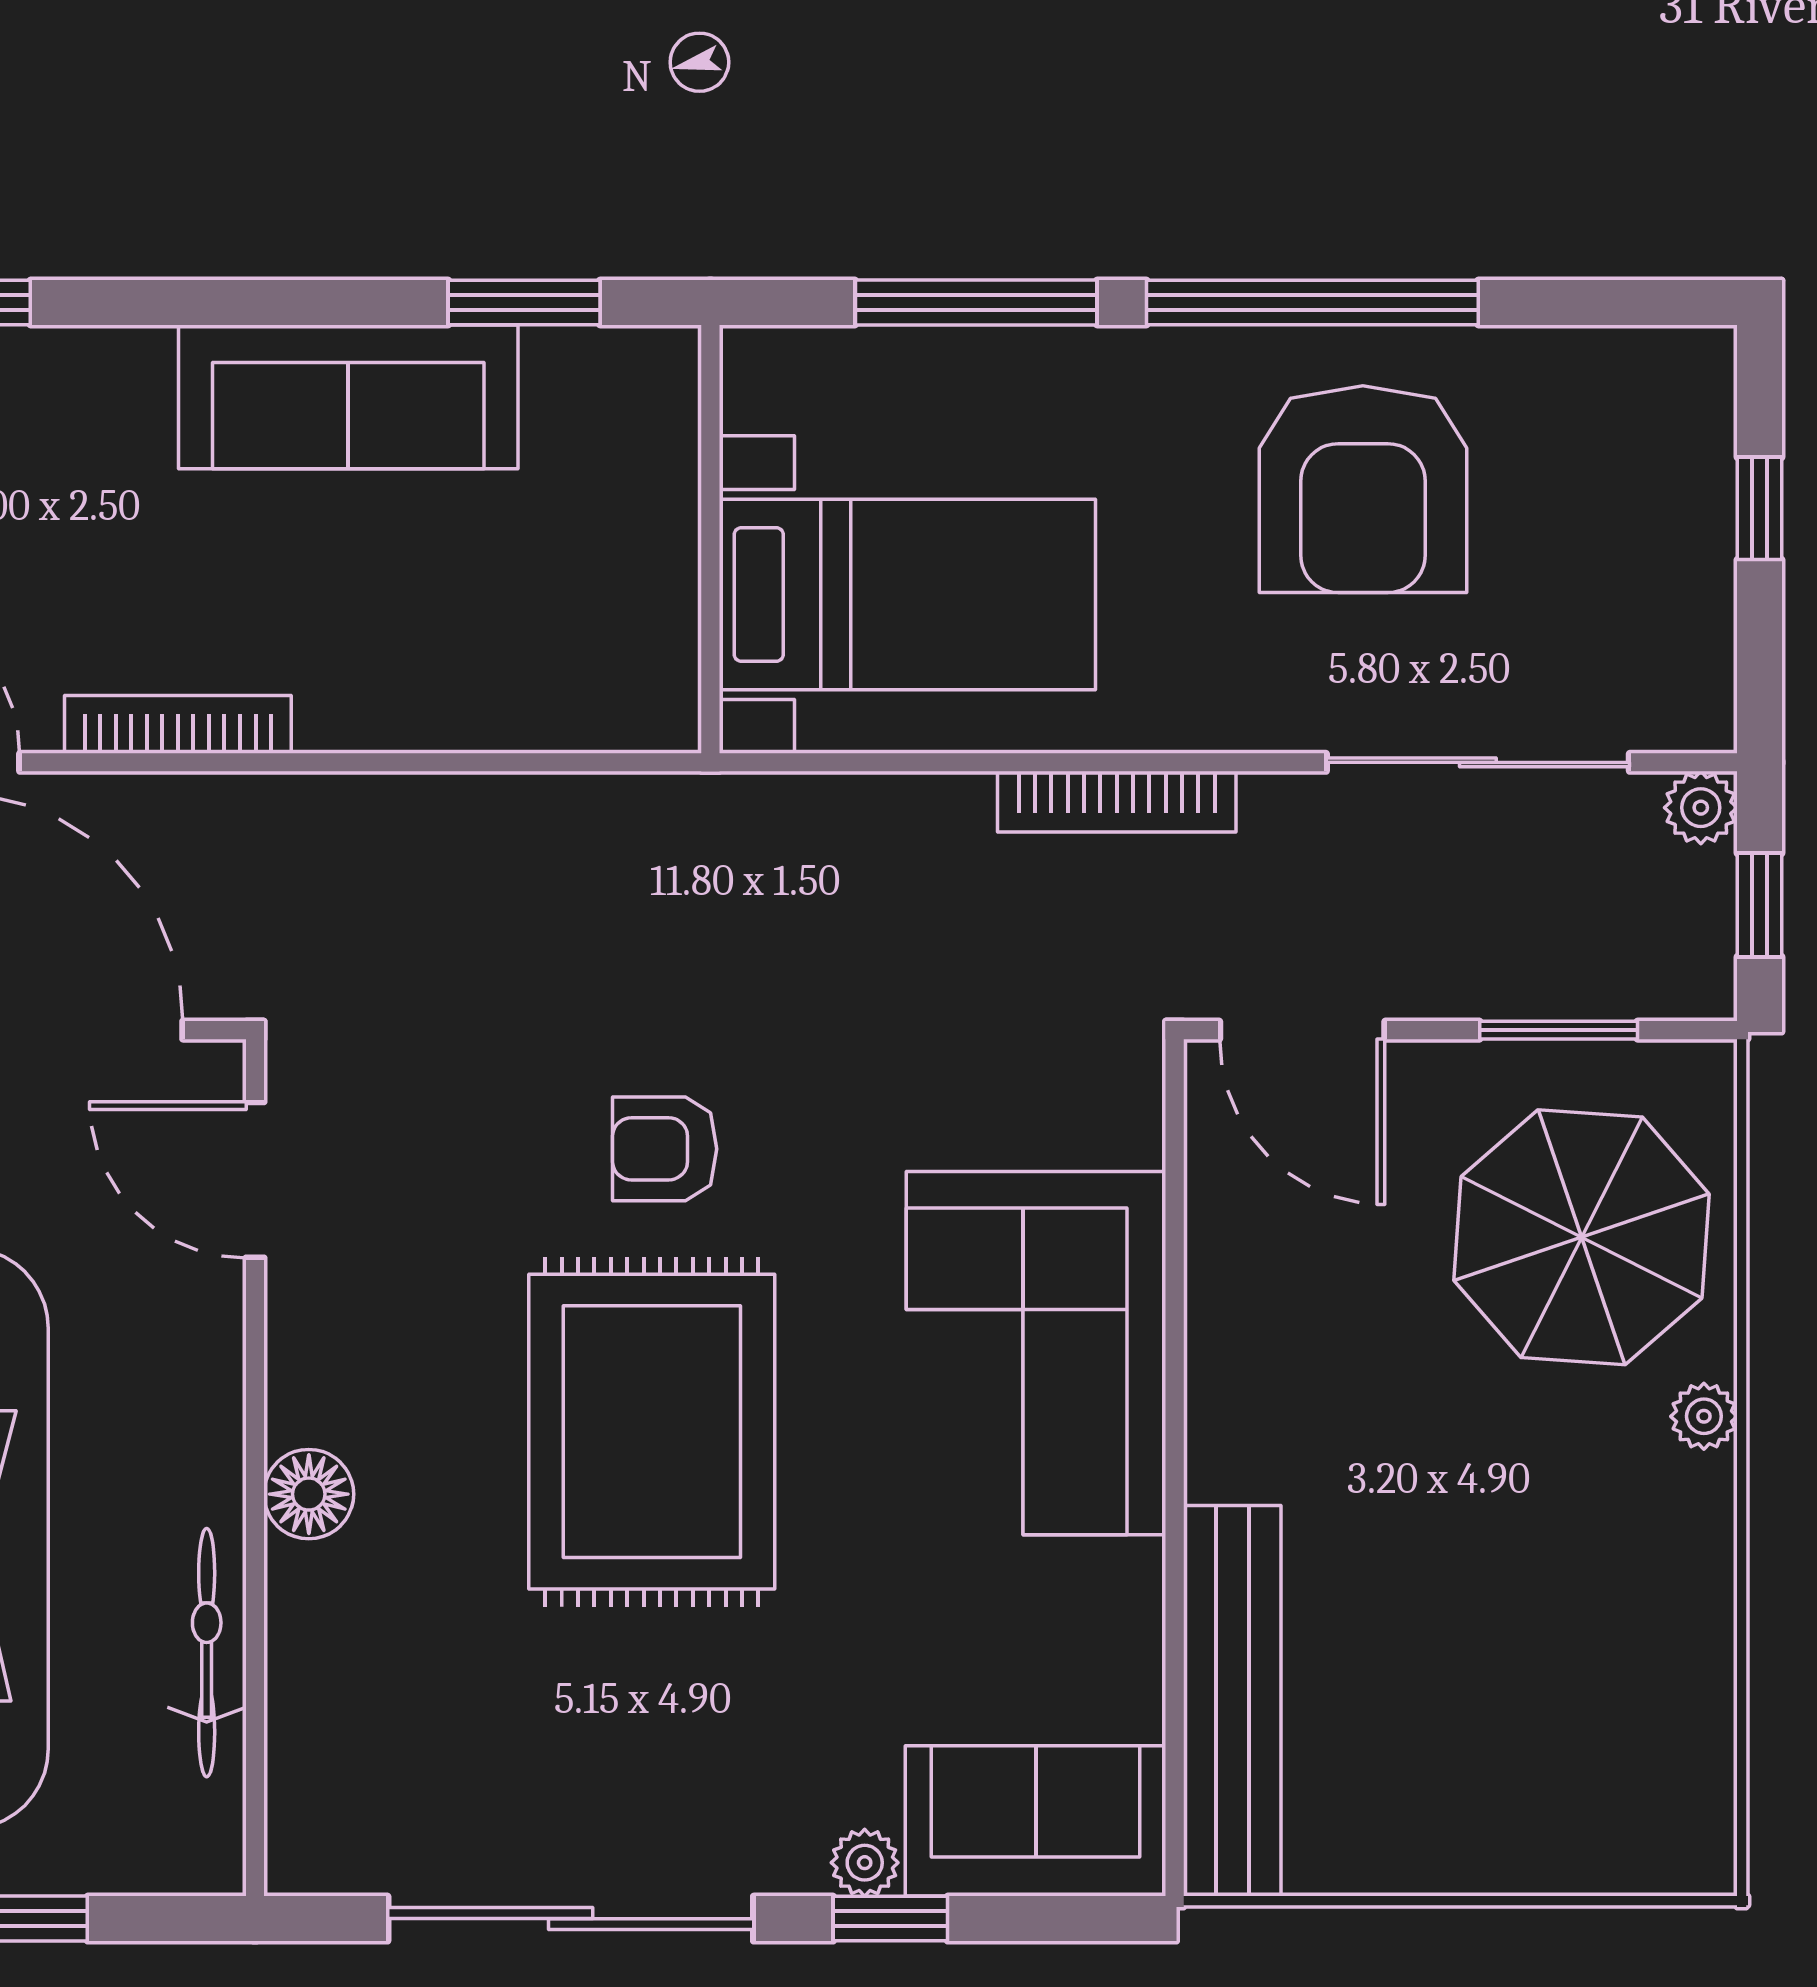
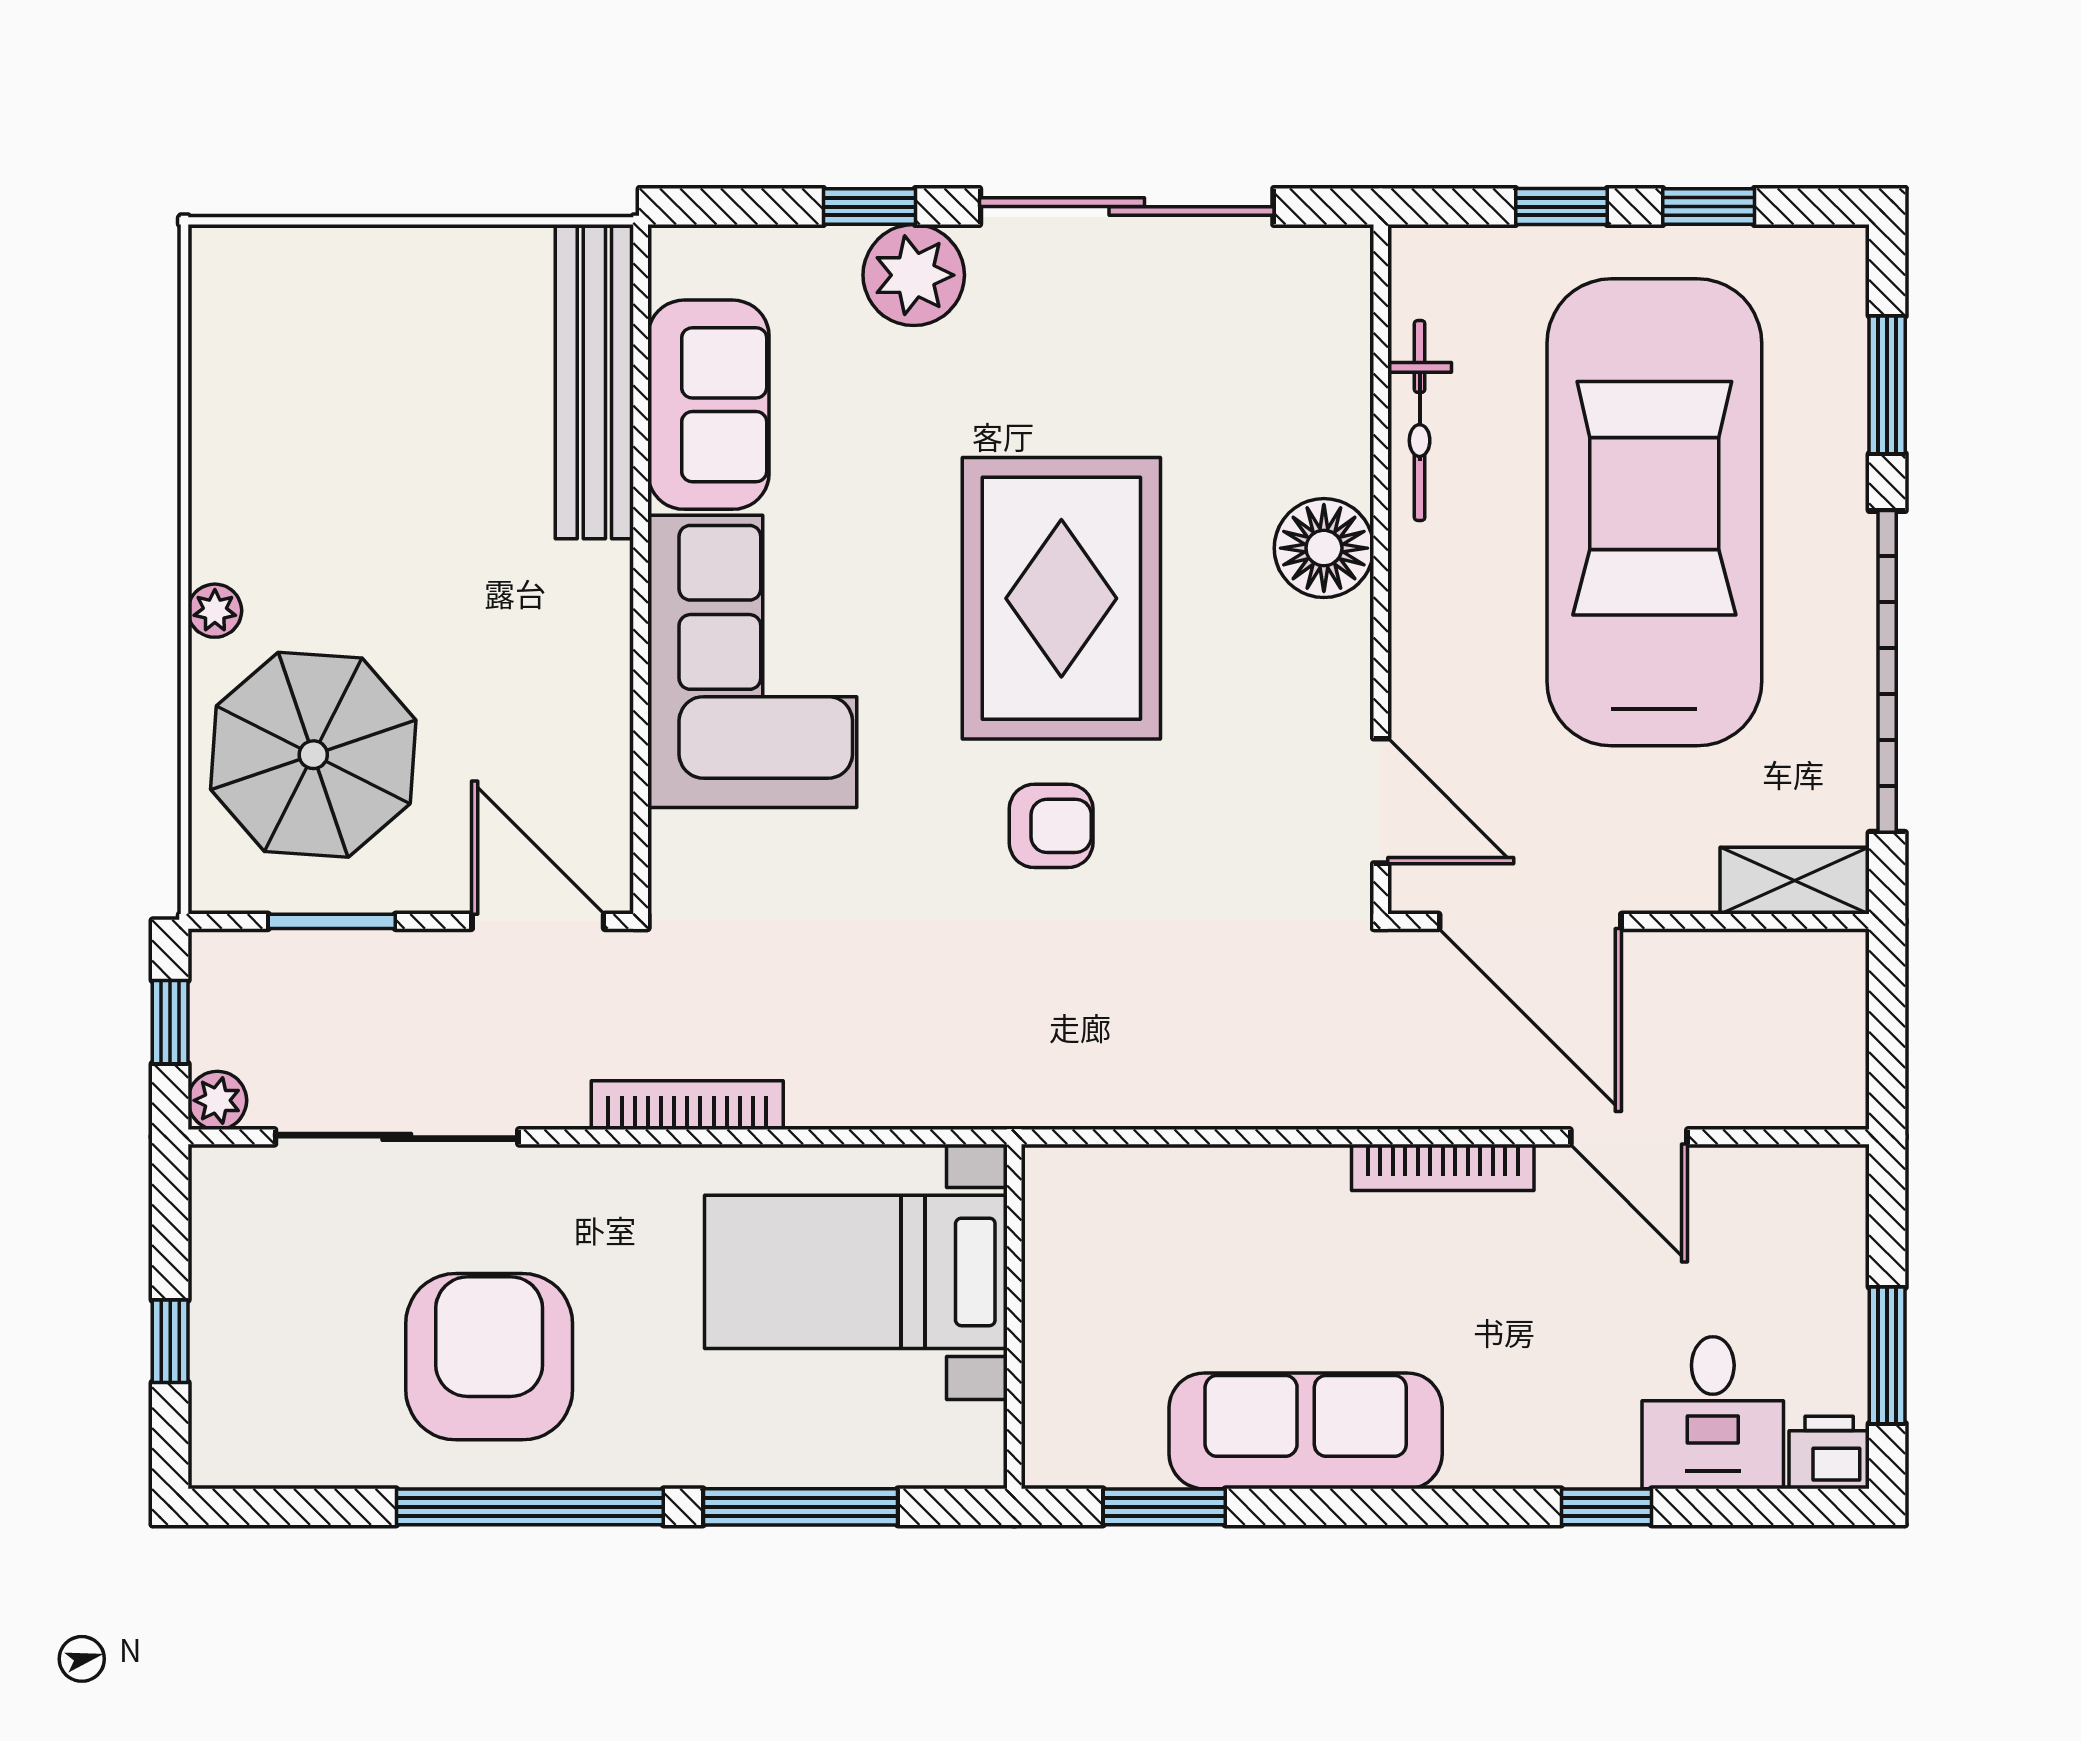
floor lamp: (309, 1494) -> (1324, 548), width x1.38, depth x1.38
sofa: (1036, 1821) -> (708, 405), moved, turned -90
plant: (865, 1863) -> (914, 275), width x1.87, depth x1.87

